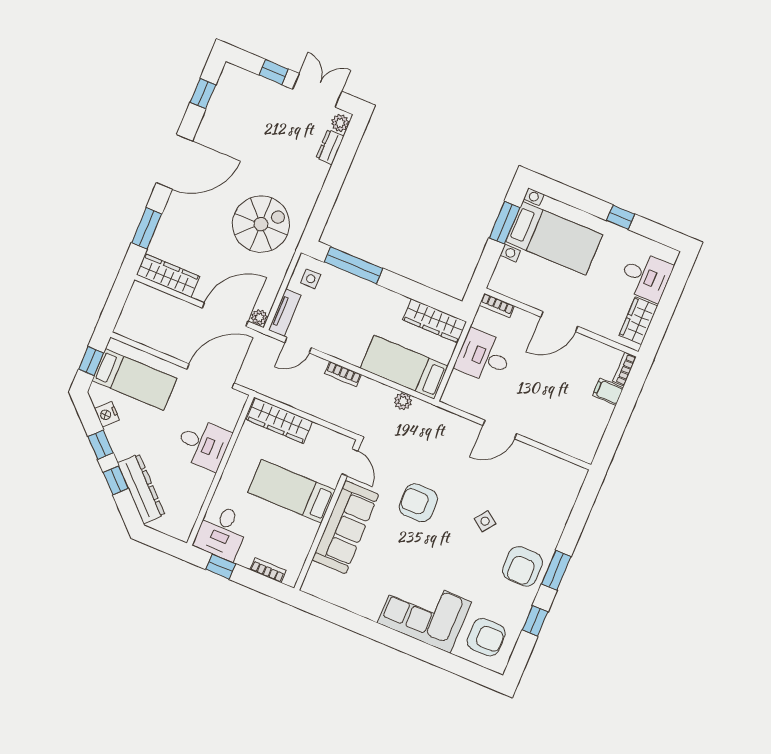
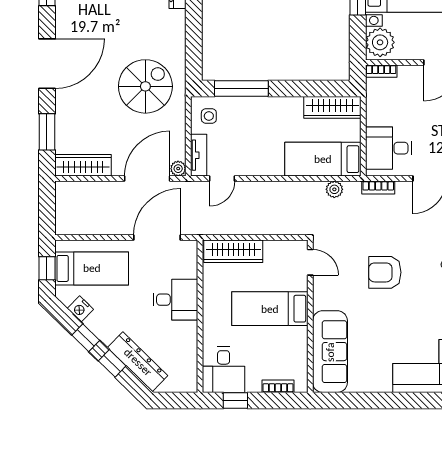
plant: (507, 277) -> (380, 42), added
desk: (484, 357) -> (389, 148), moved
bookcase: (343, 374) -> (378, 187), moved
sofa: (345, 527) -> (330, 352), moved

